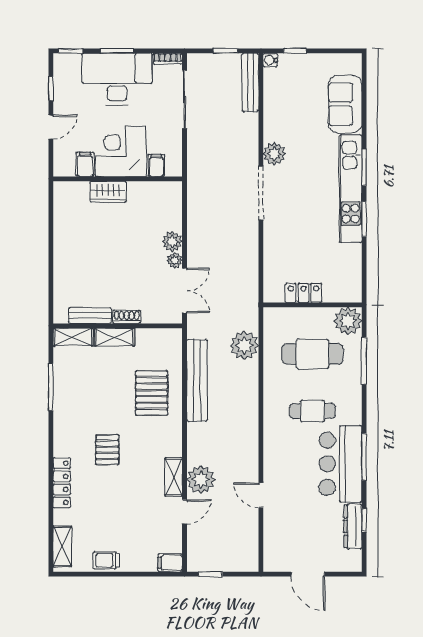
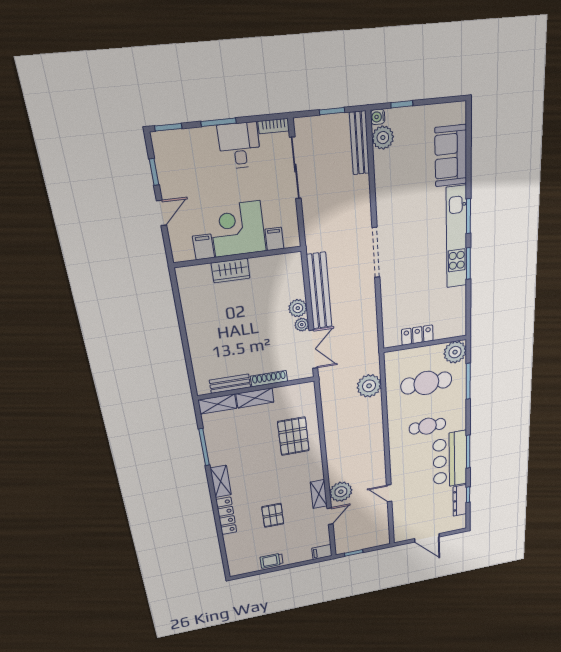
desk: (117, 79) -> (239, 146), width x0.53, depth x0.77
plant: (274, 154) -> (383, 138), moved
shoe rack: (127, 317) -> (269, 379), width x1.43
bench: (197, 380) -> (319, 291), moved
pallet: (107, 450) -> (273, 515), moved
shelving: (62, 546) -> (221, 481), moved

